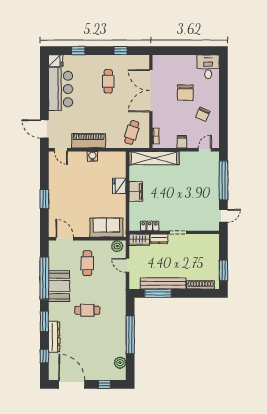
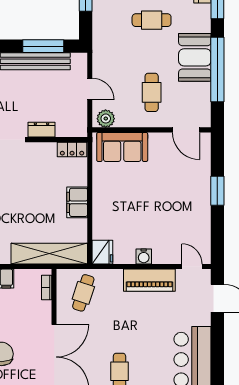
fridge: (119, 186) -> (102, 252), moved
locker: (150, 226) -> (72, 149), moved
wardrobe: (139, 240) -> (72, 128), removed

